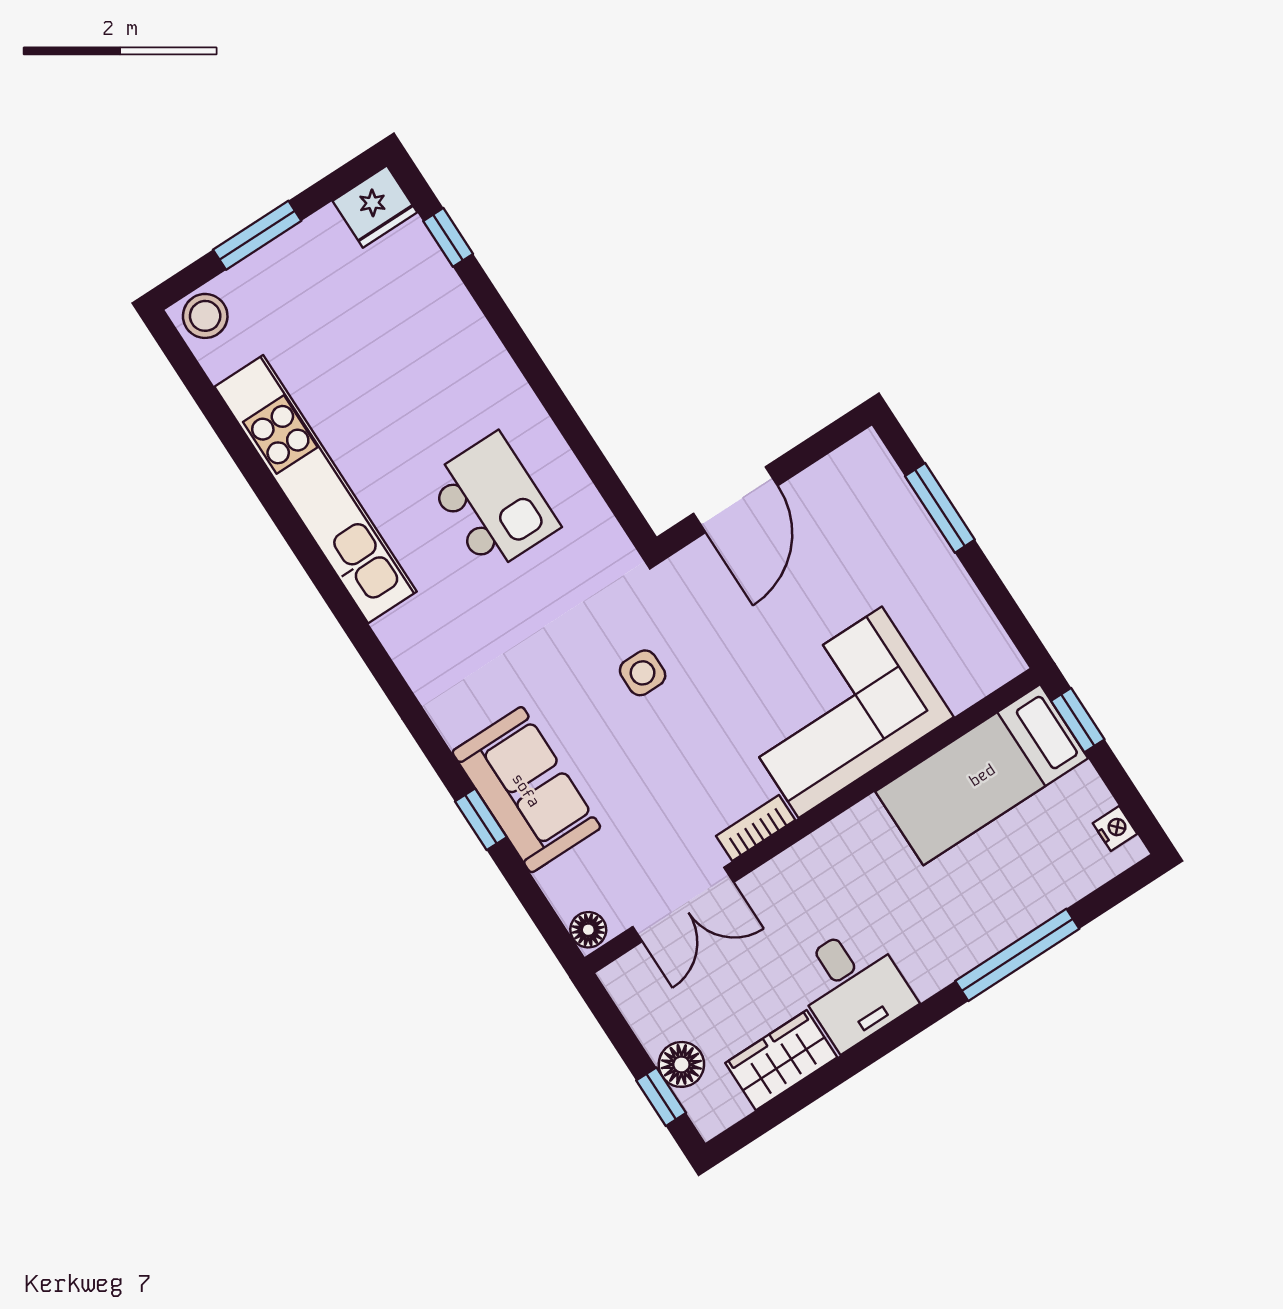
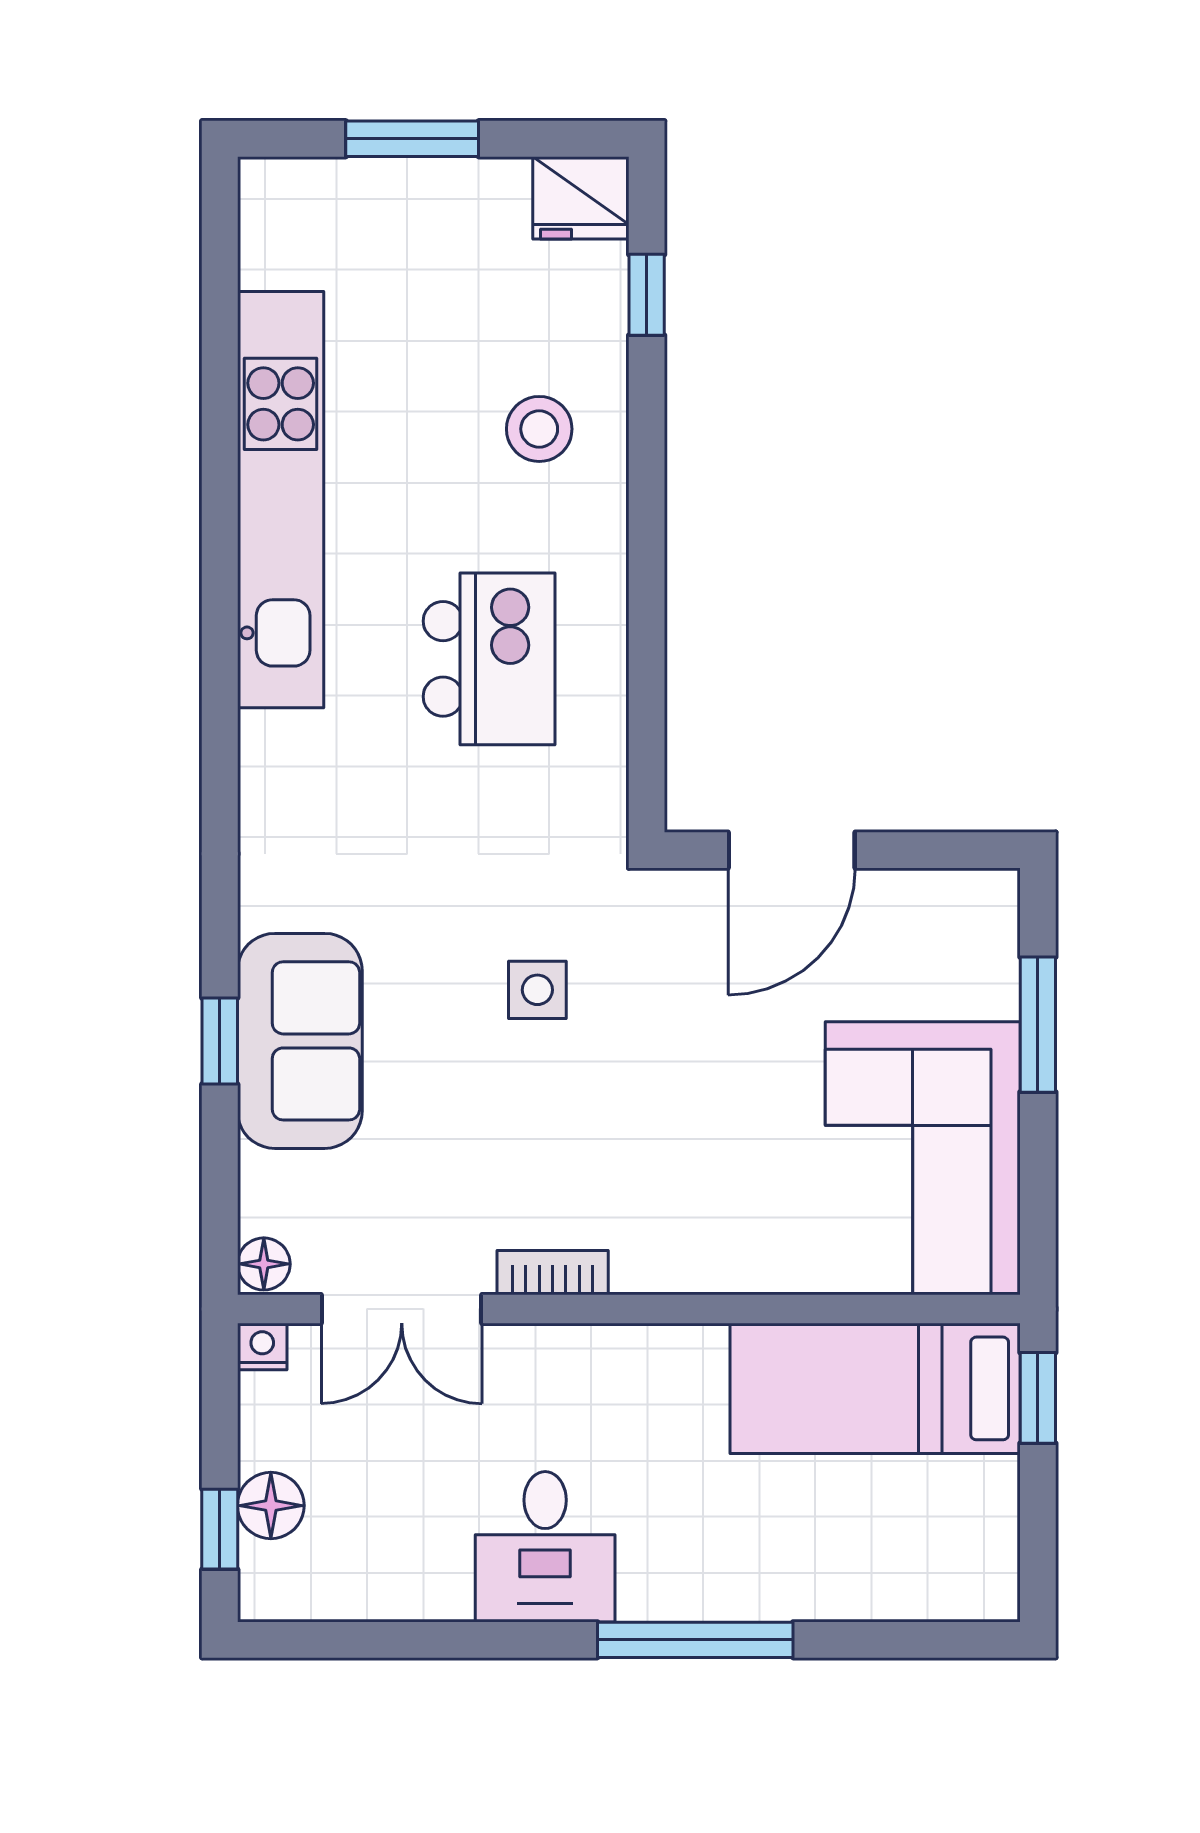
stool: (205, 316) -> (539, 429), moved
corner sofa: (840, 712) -> (923, 1158), moved, turned -90
nightstand: (1115, 828) -> (262, 1347), moved, turned -90
window: (1017, 955) -> (695, 1640), moved
wardrobe: (781, 1060) -> (398, 1580), removed

